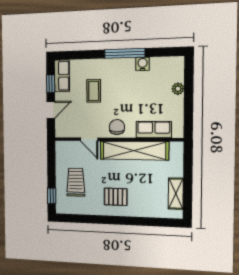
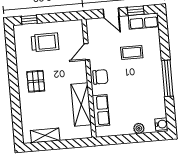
water cooler: (143, 64) -> (161, 124), moved
shelving: (134, 151) -> (81, 104), width x0.68

